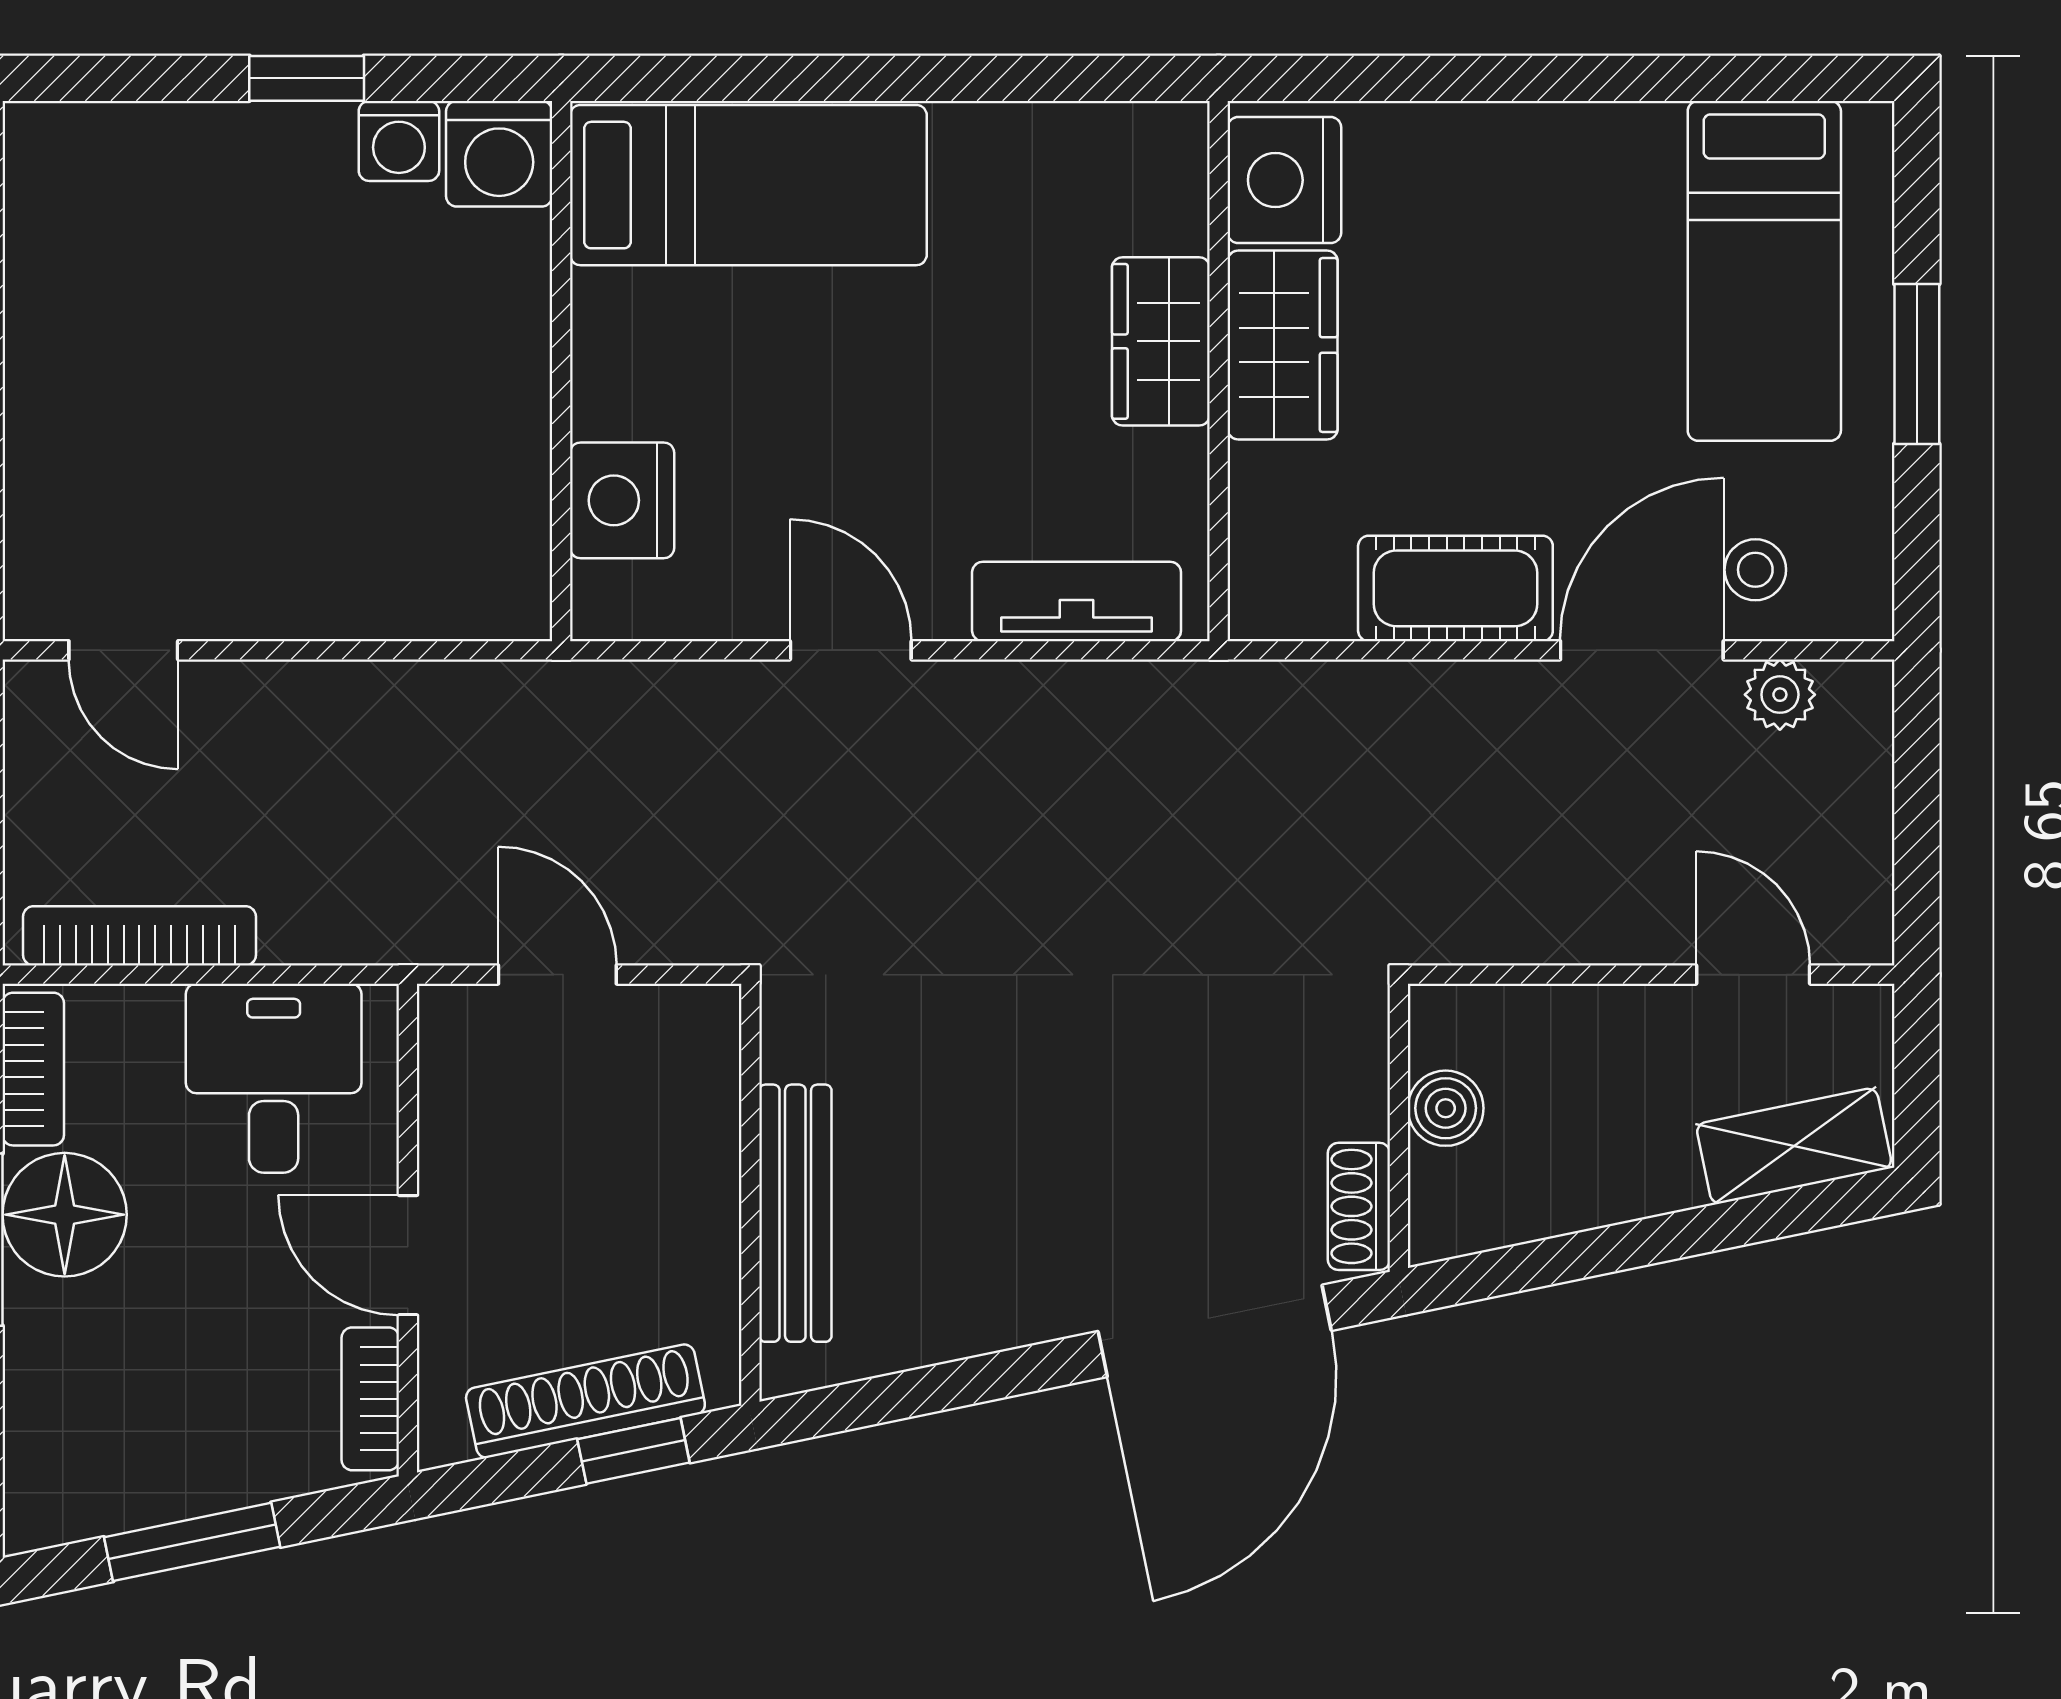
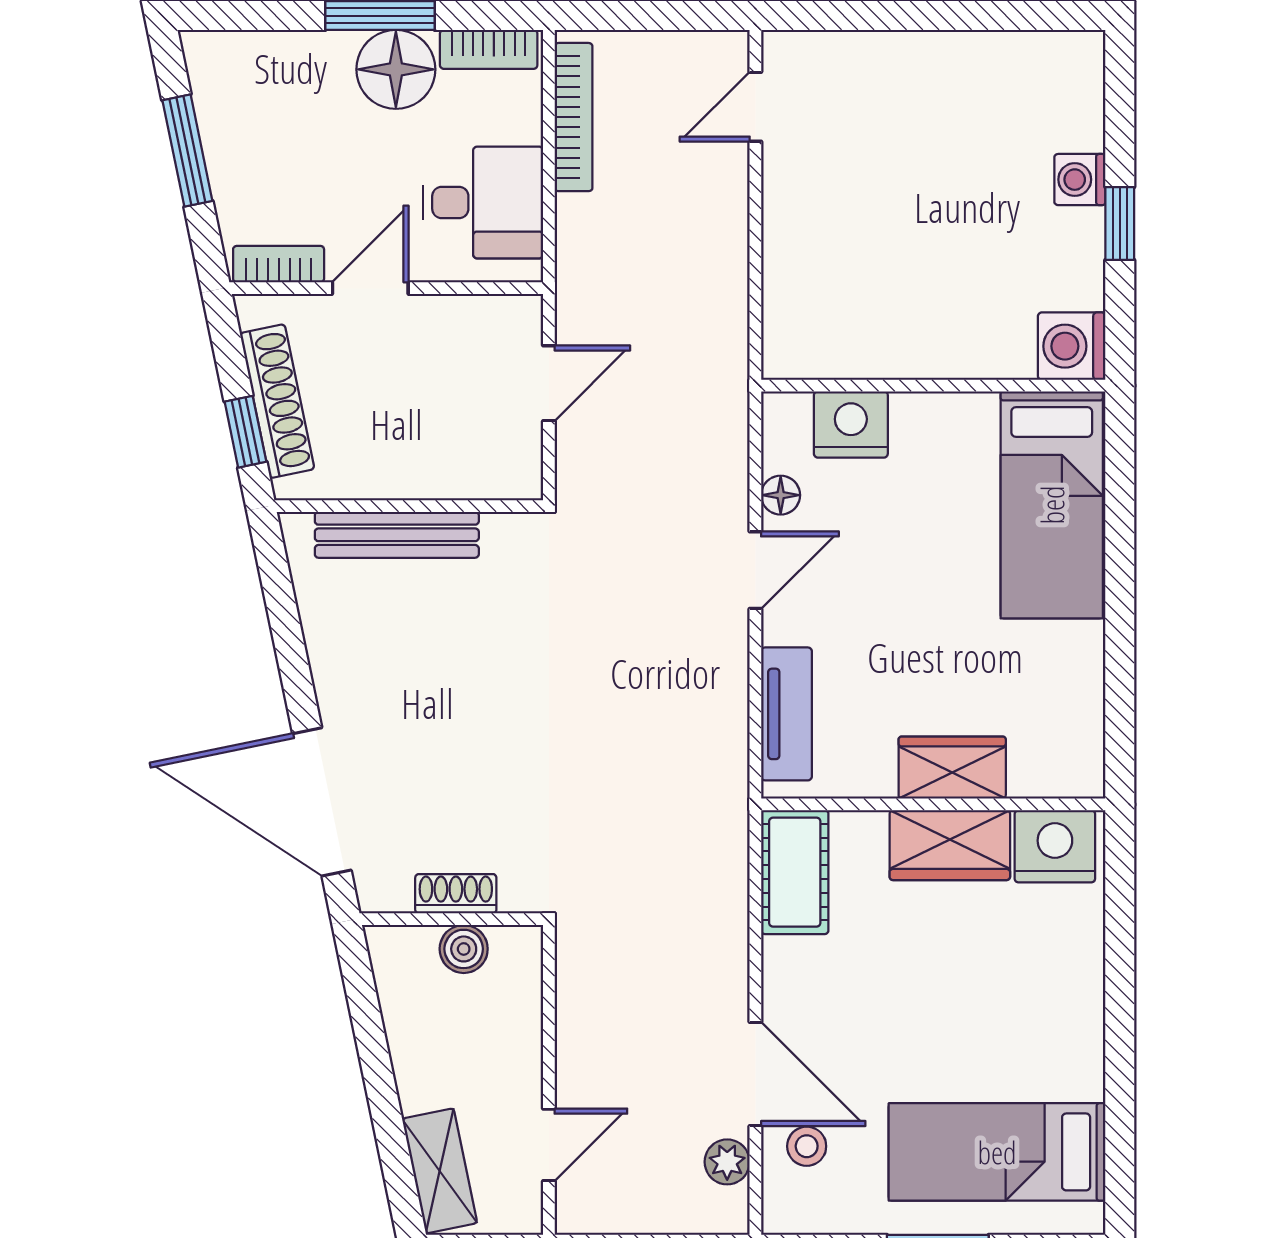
washing machine: (399, 141) -> (1080, 180), moved
cot: (1455, 588) -> (795, 872), moved
floor lamp: (733, 611) -> (781, 495), added
shoe rack: (1359, 1206) -> (456, 894), moved

